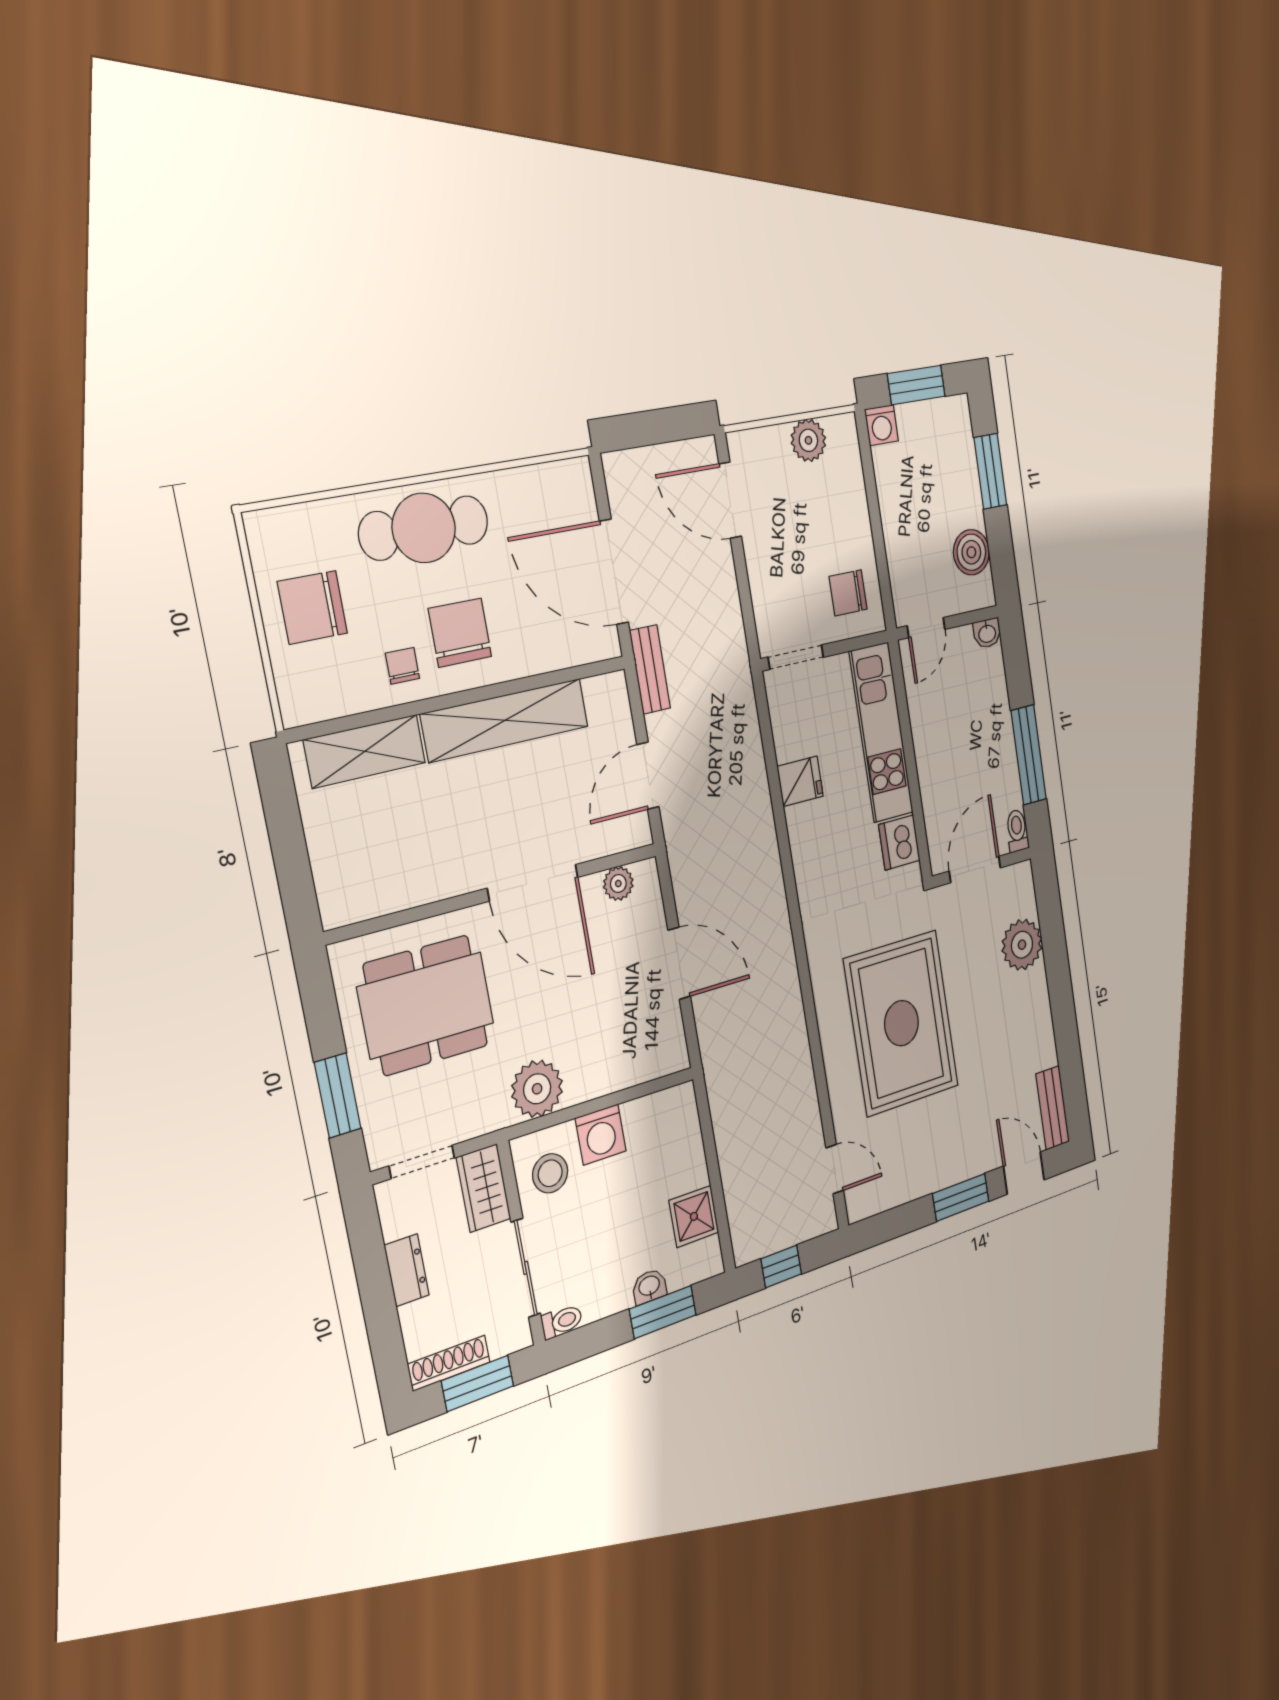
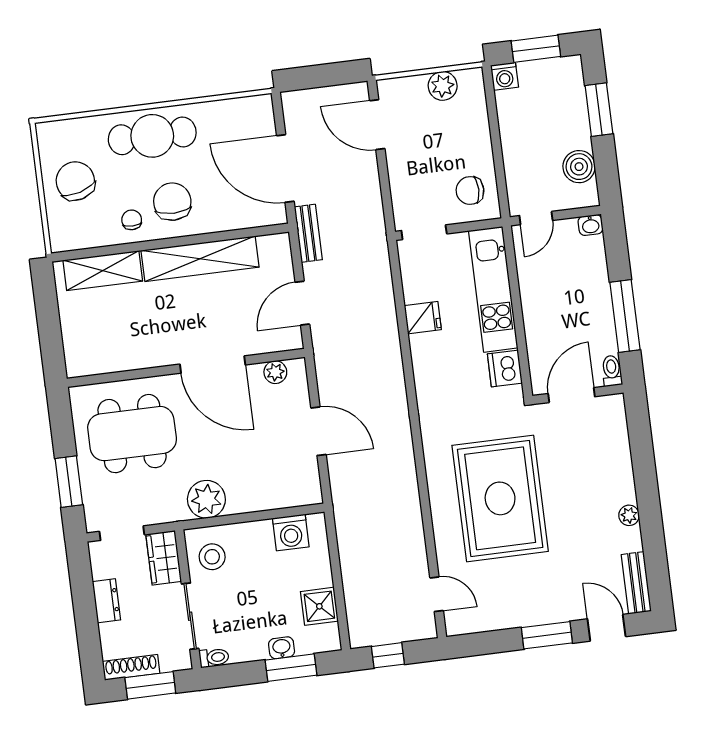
chair: (313, 607) -> (75, 181), turned 74
plant: (1022, 945) -> (629, 515), moved, width x0.53, depth x0.53
washing machine: (601, 1135) -> (291, 532), moved

